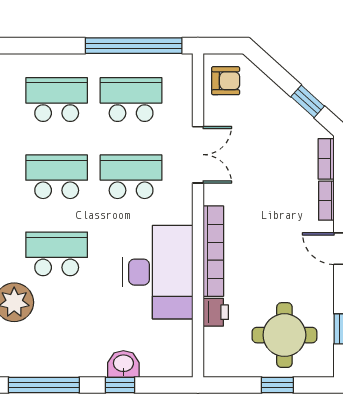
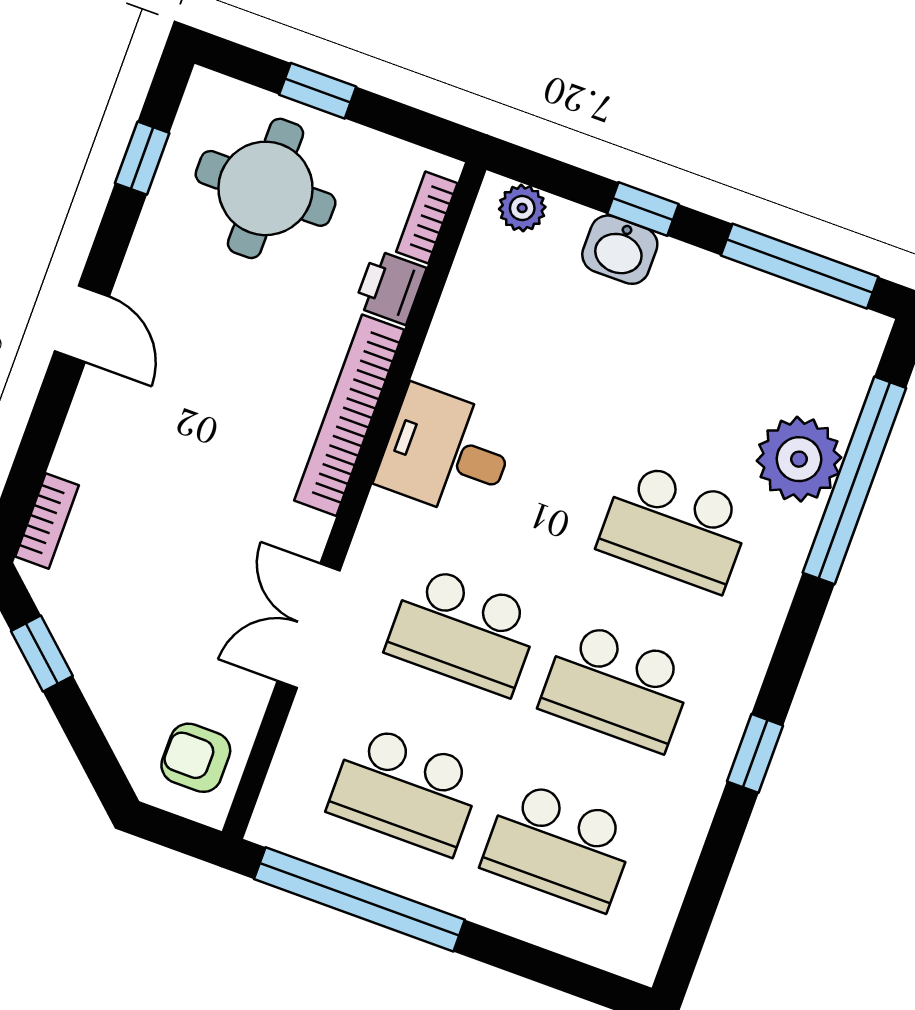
bookcase: (326, 201) -> (427, 218), moved, turned 180
desk: (158, 272) -> (447, 452), width x0.53, depth x0.77
plant: (172, 367) -> (522, 208), added

